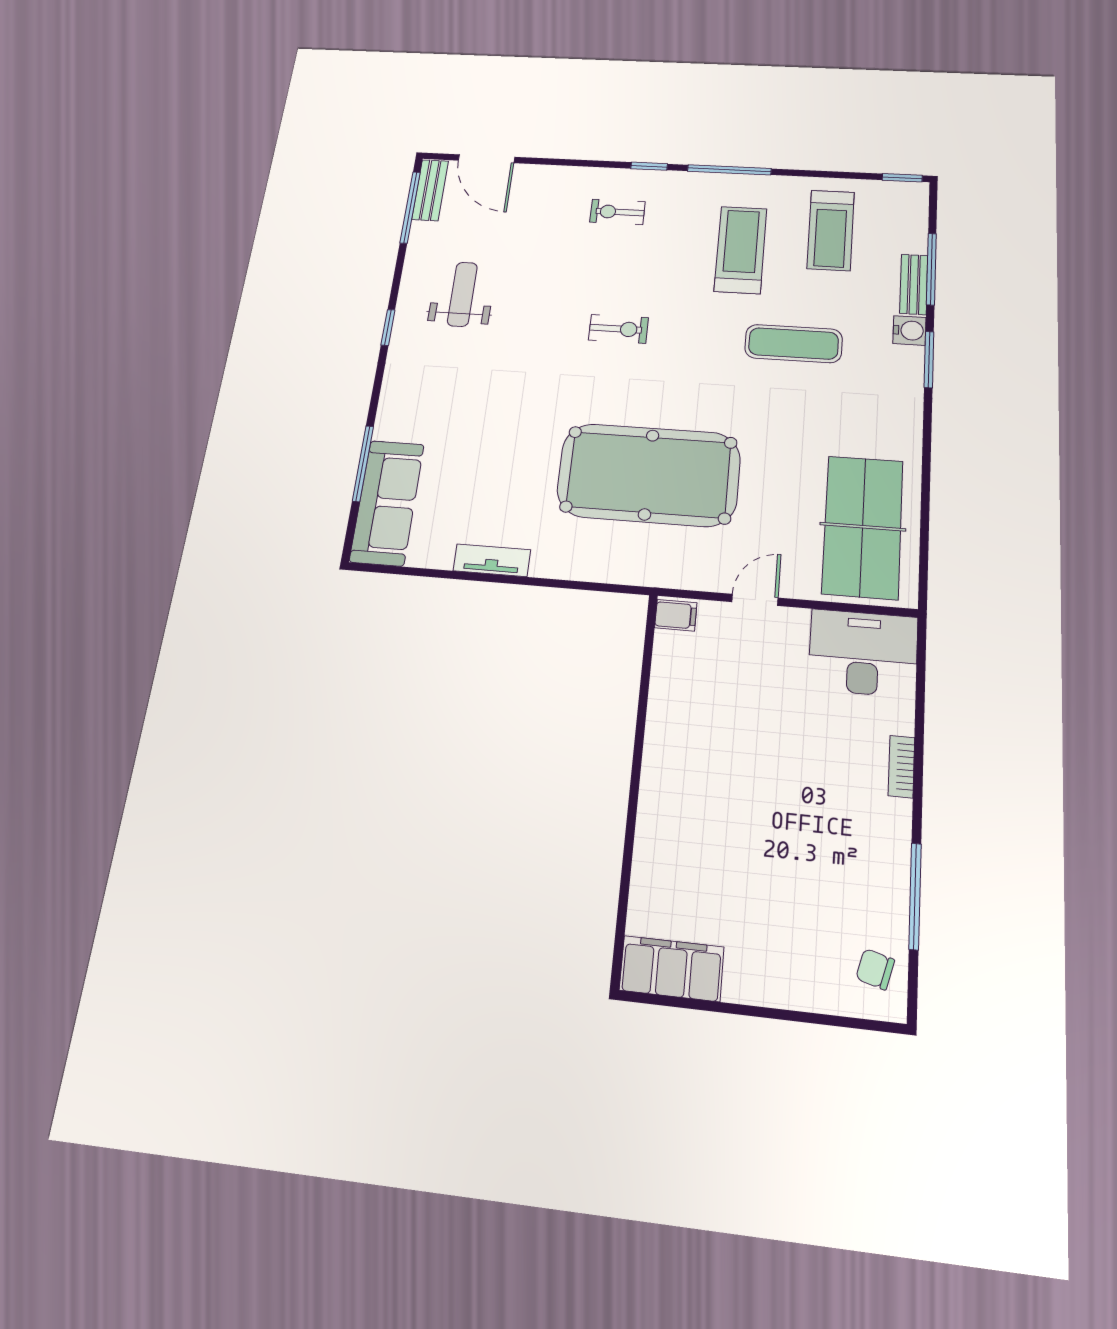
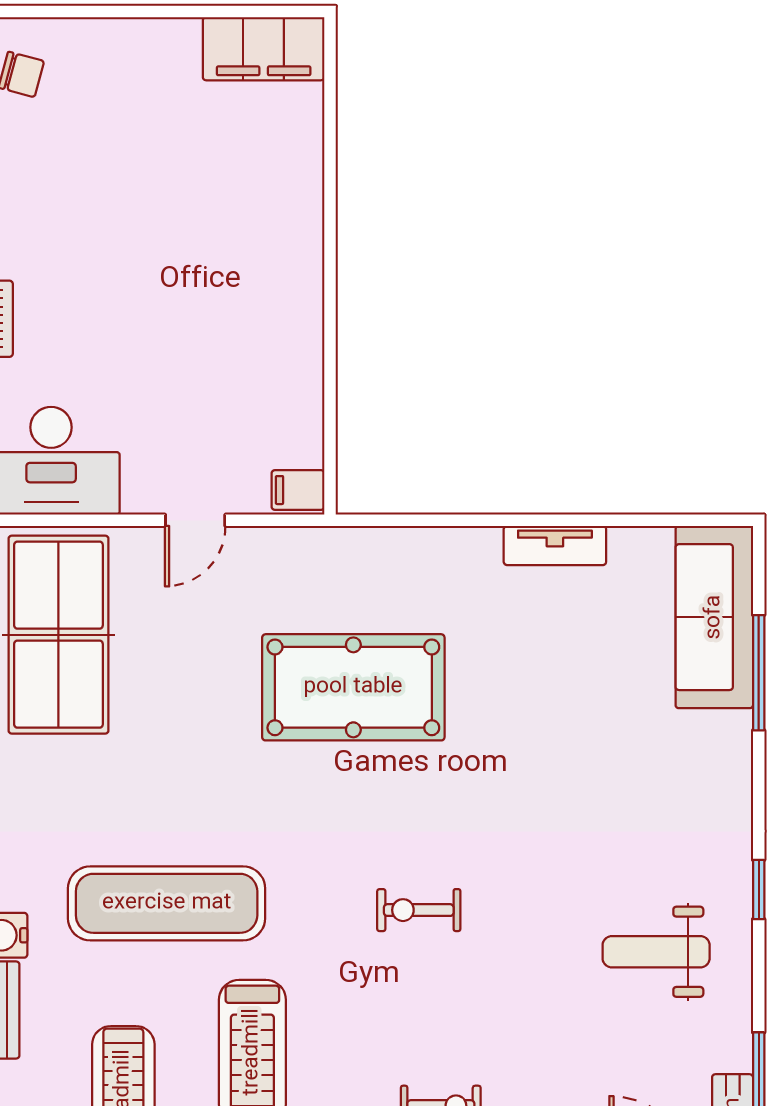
weight bench: (462, 294) -> (656, 952), turned 90
exercise mat: (793, 344) -> (167, 903), width x1.36, depth x1.45
pool table: (649, 475) -> (353, 687), width x0.73, depth x0.76

